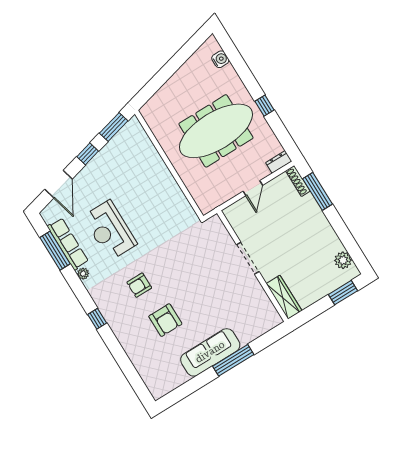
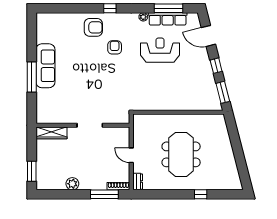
water cooler: (220, 59) -> (224, 185), removed
window: (265, 106) -> (201, 194), moved
meeting table: (216, 131) -> (181, 154), width x0.73
plant: (343, 260) -> (72, 184), moved
armchair: (165, 320) -> (93, 27), moved, turned 180

